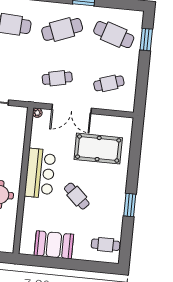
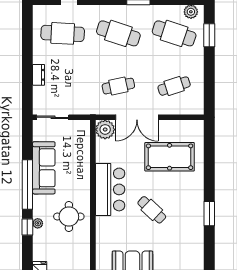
plant: (131, 16) -> (191, 12), added
cafe table: (62, 29) -> (118, 33), turned 39
plant: (37, 113) -> (105, 129), width x1.88, depth x1.88
cafe table: (106, 245) -> (188, 259), removed

